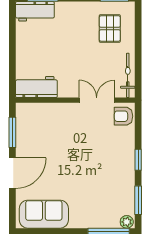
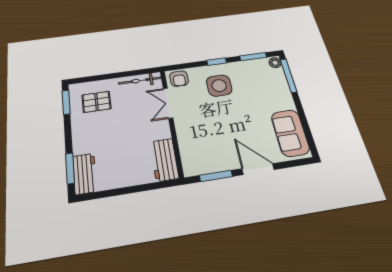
side table: (108, 156) -> (219, 86), added

